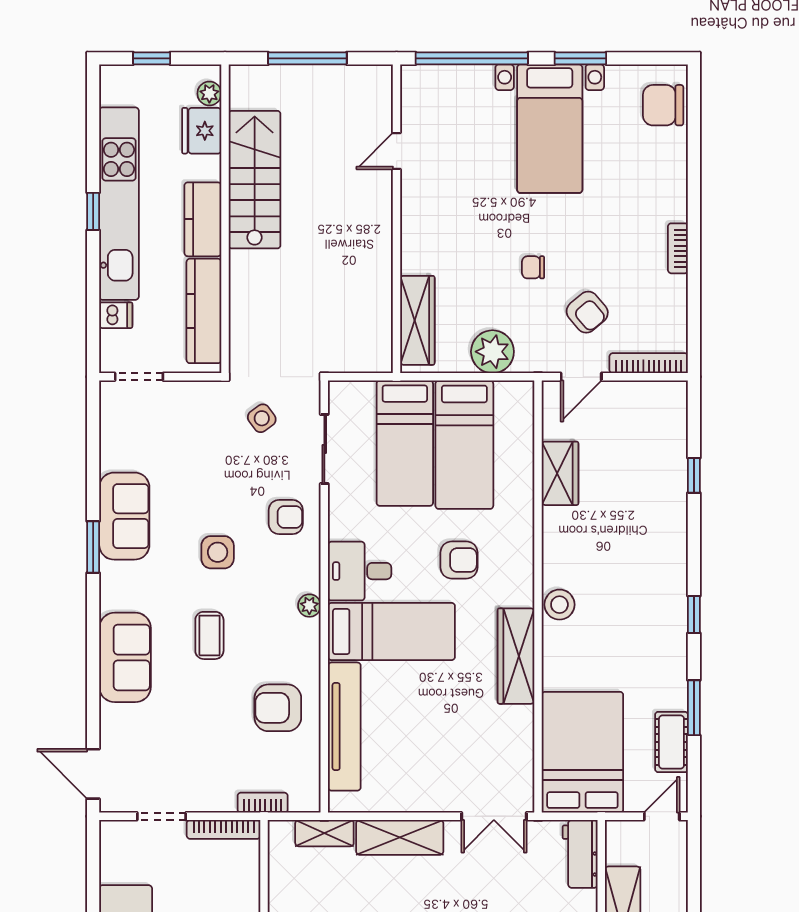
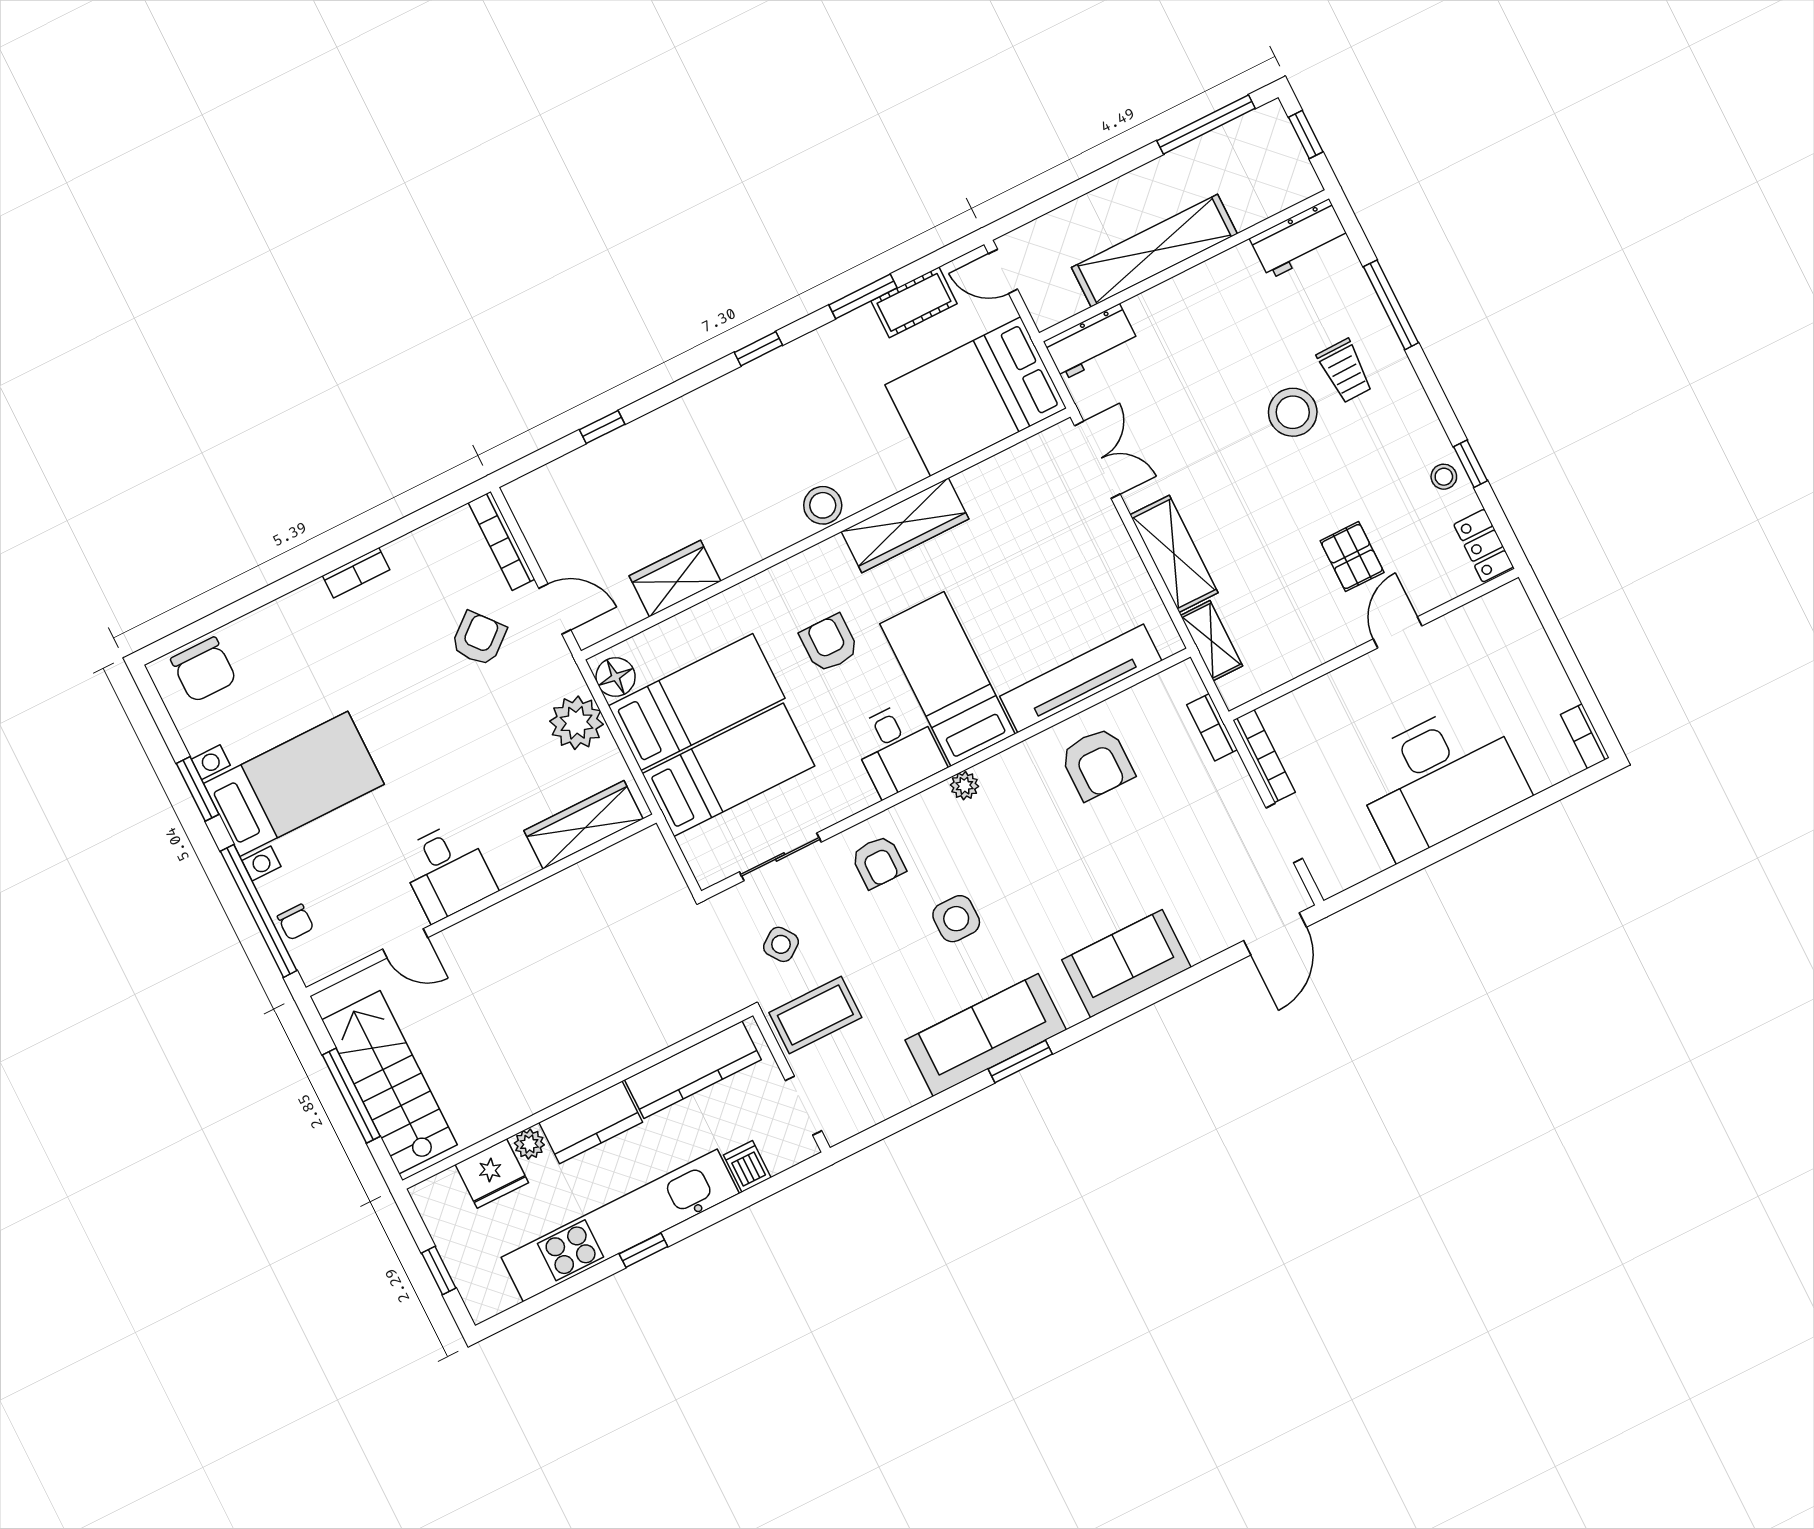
plant: (209, 94) -> (529, 1144), moved
stairs: (255, 180) -> (389, 1082), moved, turned 90
desk: (433, 207) -> (447, 871), added
chair: (533, 267) -> (296, 922), moved
floor lamp: (511, 396) -> (616, 677), added
sofa: (124, 516) -> (986, 1035), width x1.36
armchair: (286, 517) -> (878, 862), turned 180
coffee table: (209, 635) -> (815, 1015), moved, width x1.36, depth x1.30

